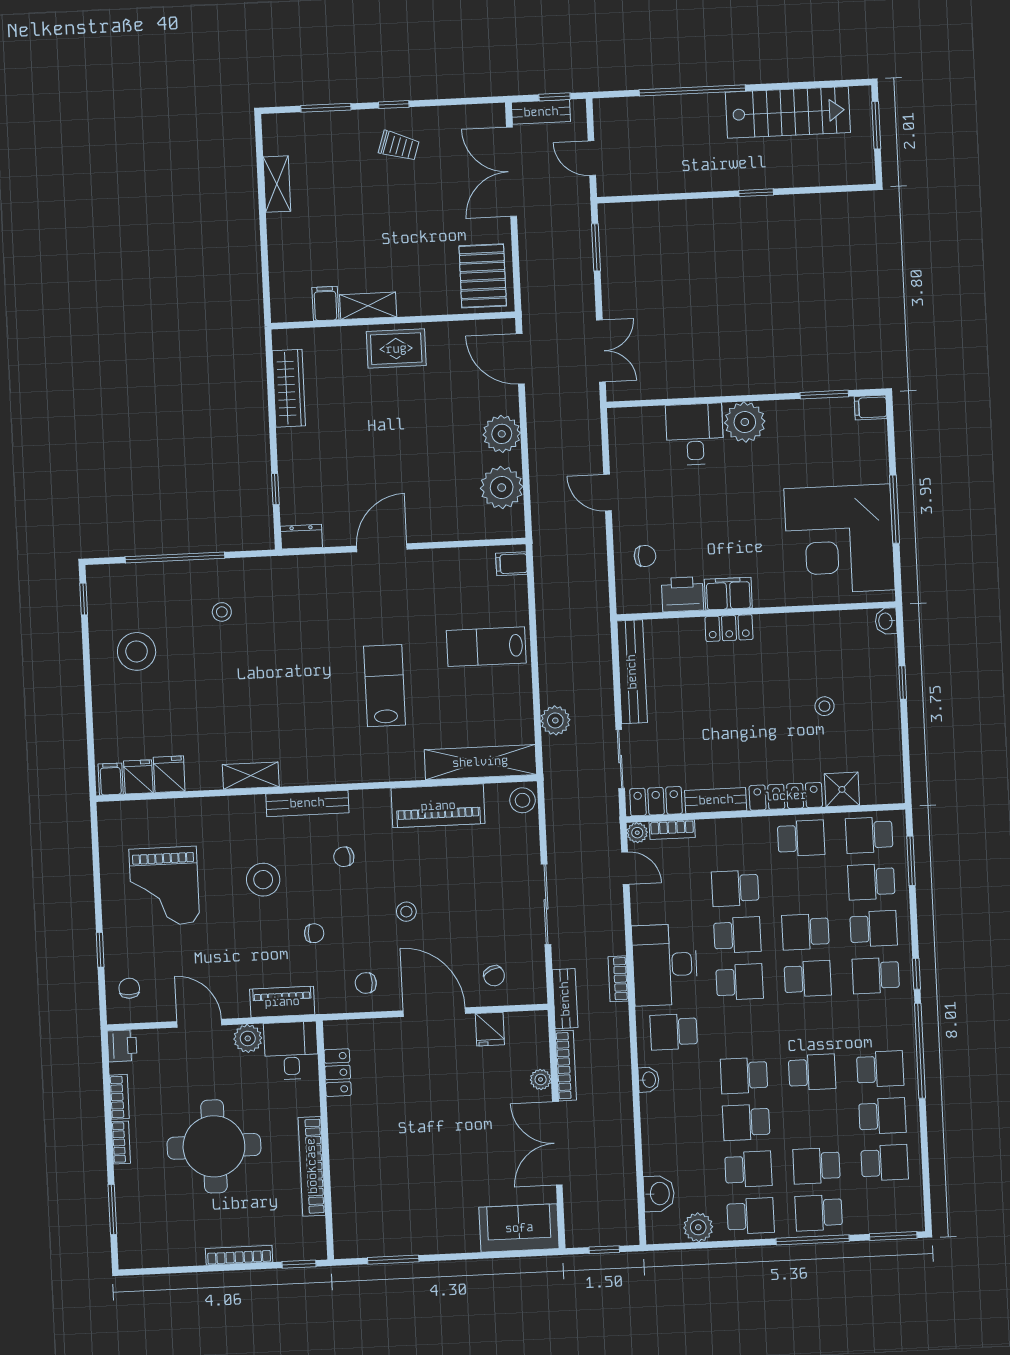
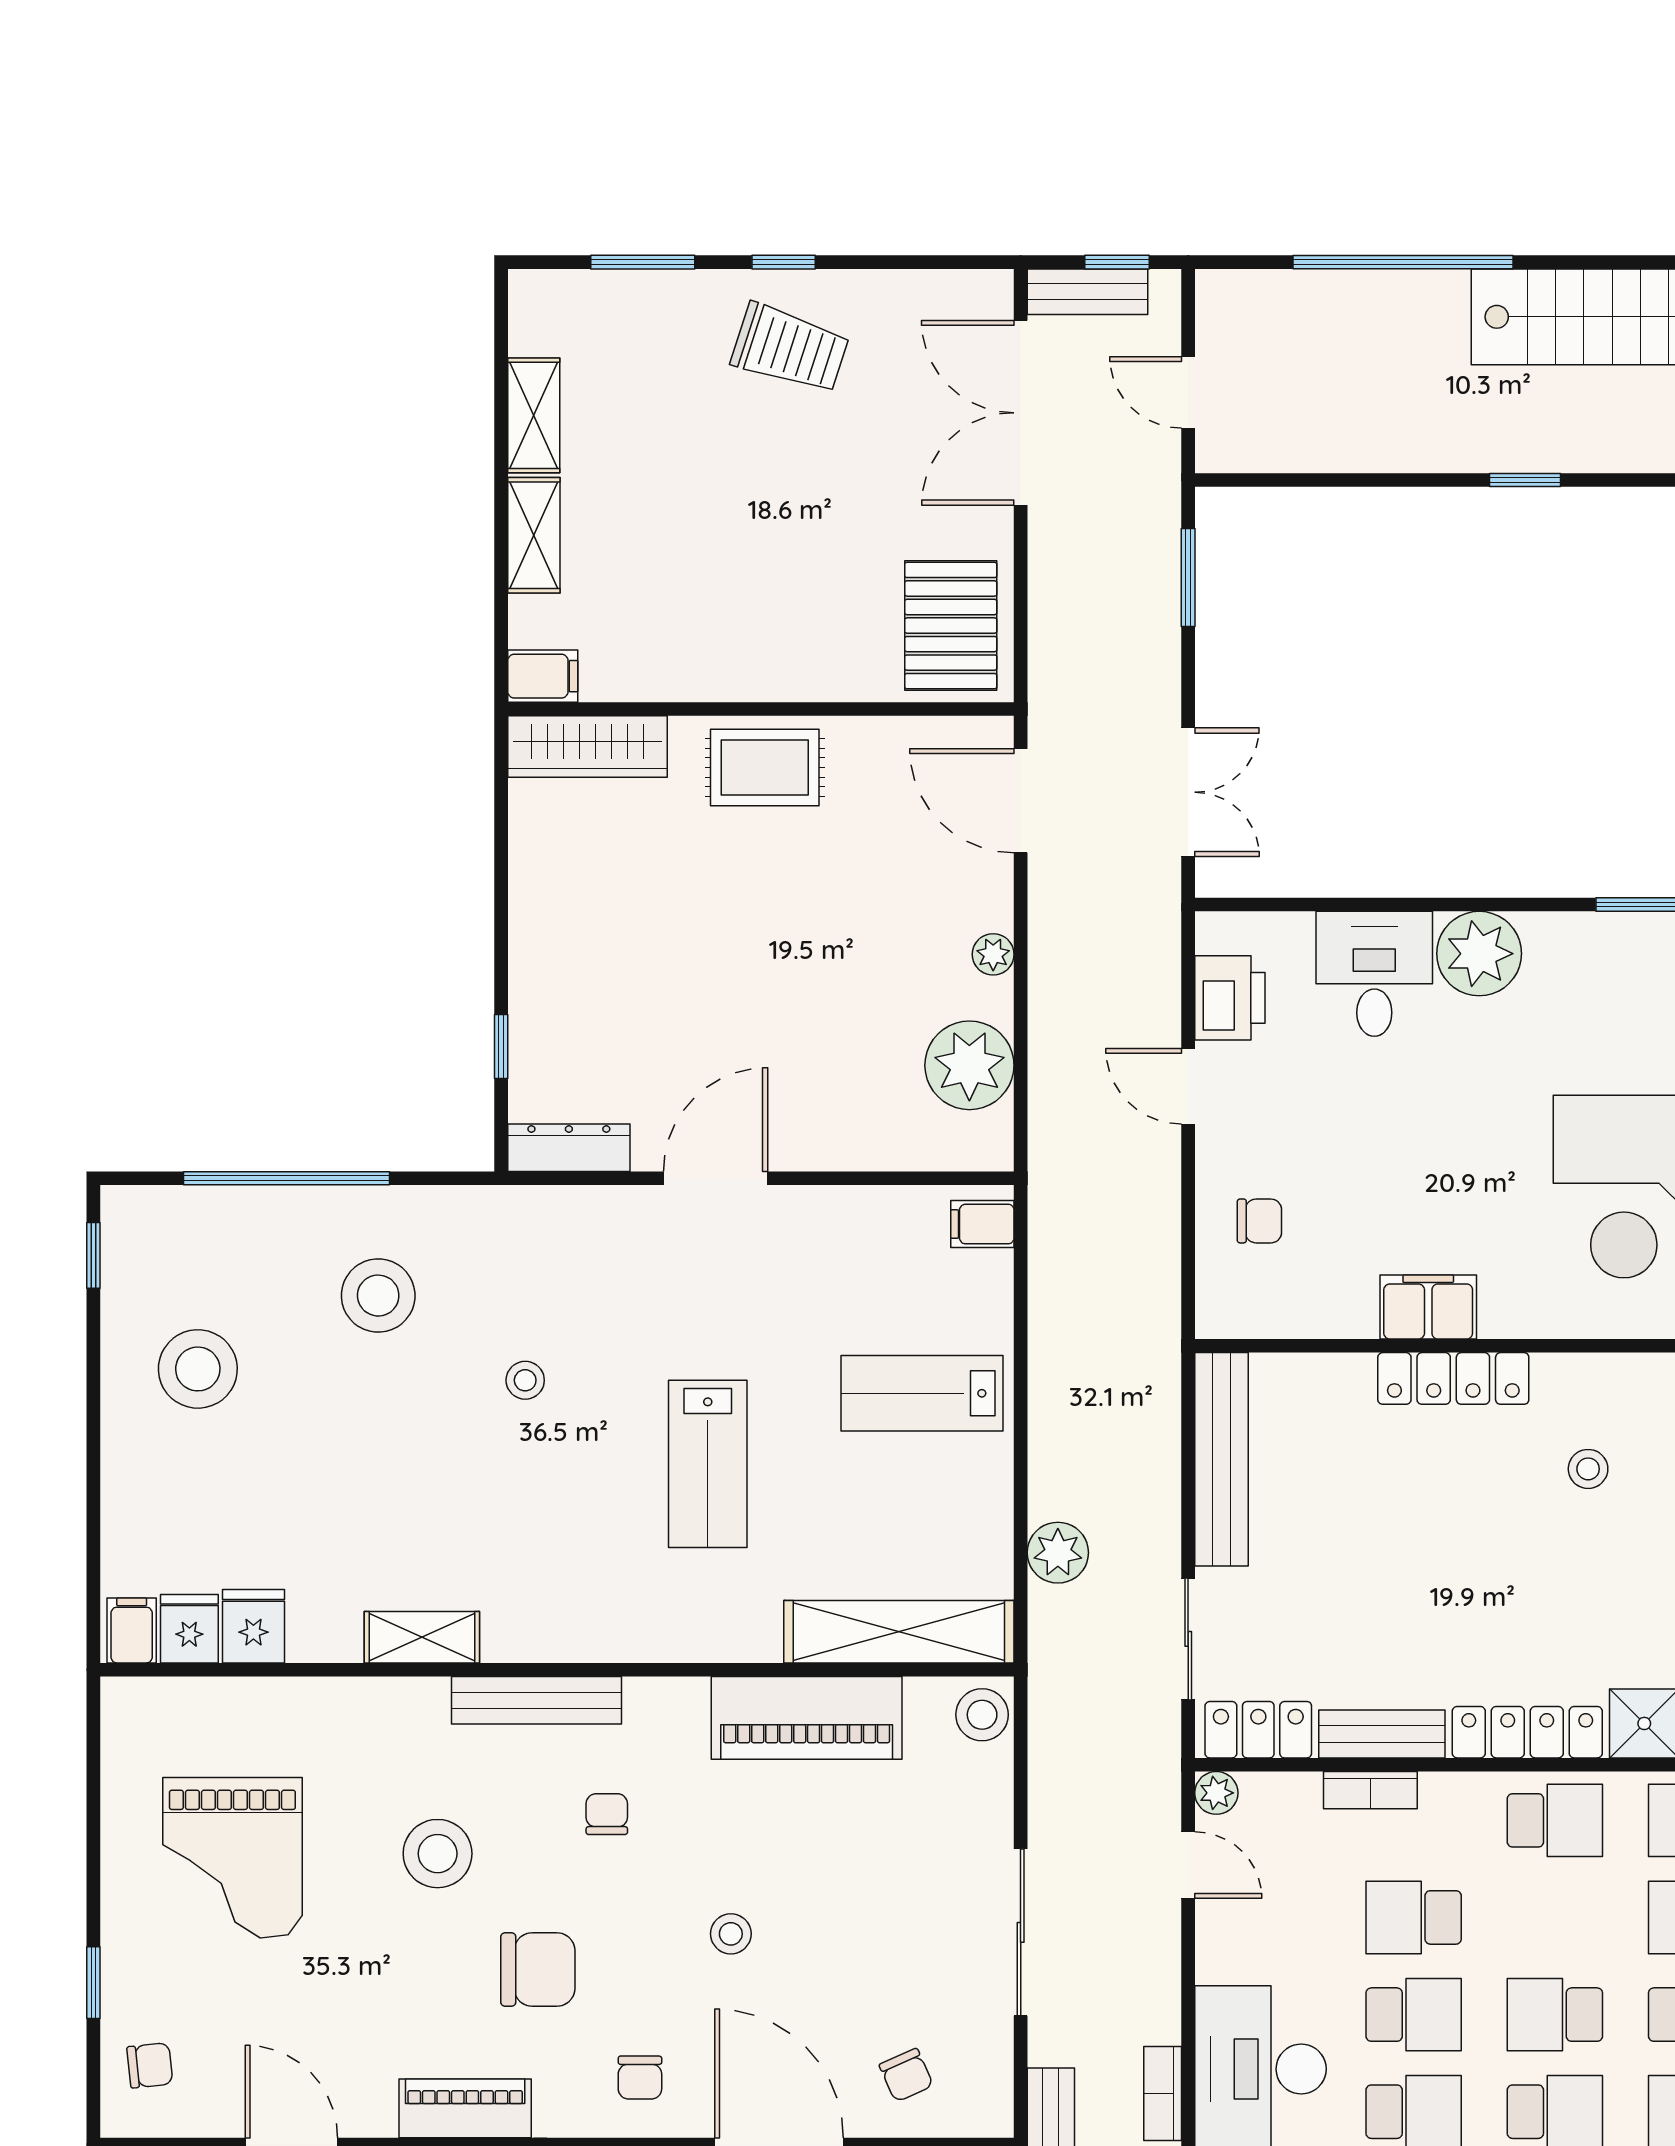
trolley: (399, 146) -> (790, 349), width x1.36, depth x1.39
filing cabinet: (325, 304) -> (543, 676), moved, turned 90
shelving: (368, 306) -> (534, 535), moved, turned 90
wardrobe: (289, 388) -> (587, 746), moved, turned 90
plant: (502, 434) -> (993, 954), width x0.53, depth x0.53
dresser: (301, 537) -> (569, 1148), width x1.44
printer: (682, 594) -> (1230, 998), moved, turned 90
stool: (222, 612) -> (378, 1296), width x1.89, depth x1.89
locker: (729, 628) -> (1453, 1378), width x1.53
stool: (295, 649) -> (525, 1380), added
lab bench: (385, 686) -> (708, 1464), turned 180
stool: (824, 706) -> (1588, 1469), moved
bookcase: (672, 830) -> (1370, 1790), moved
chair: (344, 857) -> (607, 1814), turned 98
chair: (314, 933) -> (538, 1969), width x1.87, depth x1.87
chair: (366, 983) -> (640, 2078), turned -90
chair: (129, 988) -> (150, 2065), turned 84

